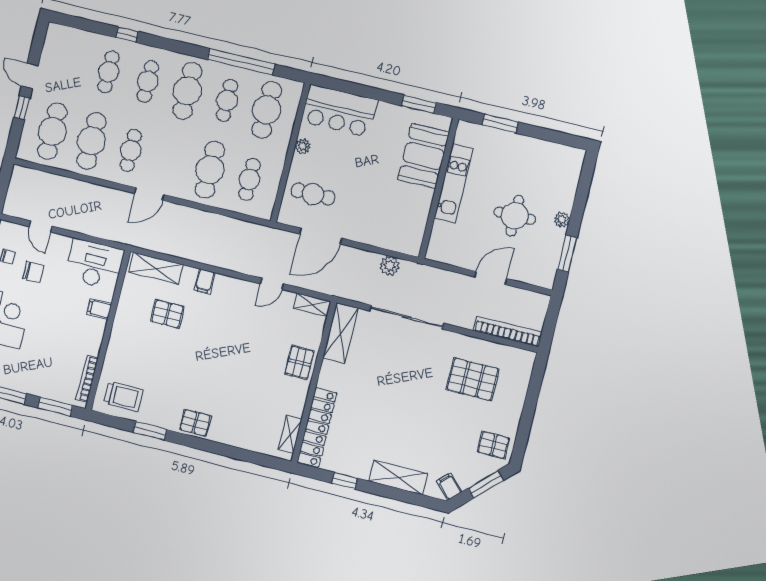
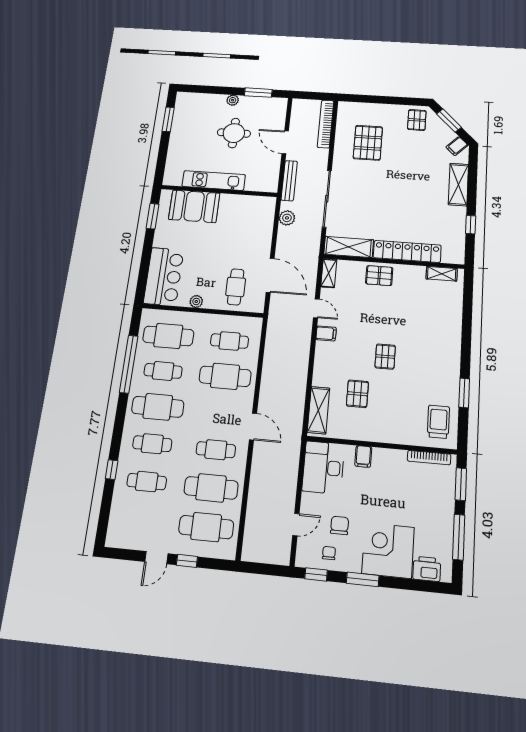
window: (500, 124) -> (168, 119), moved
bench: (438, 275) -> (289, 181), added
filing cabinet: (205, 281) -> (326, 333), moved
pallet: (195, 423) -> (385, 357), moved
locker: (317, 427) -> (407, 251), moved

